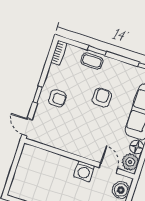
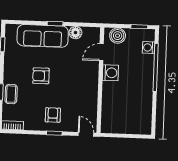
door: (27, 127) -> (86, 134), swing flipped
plant: (130, 162) -> (90, 35), removed

